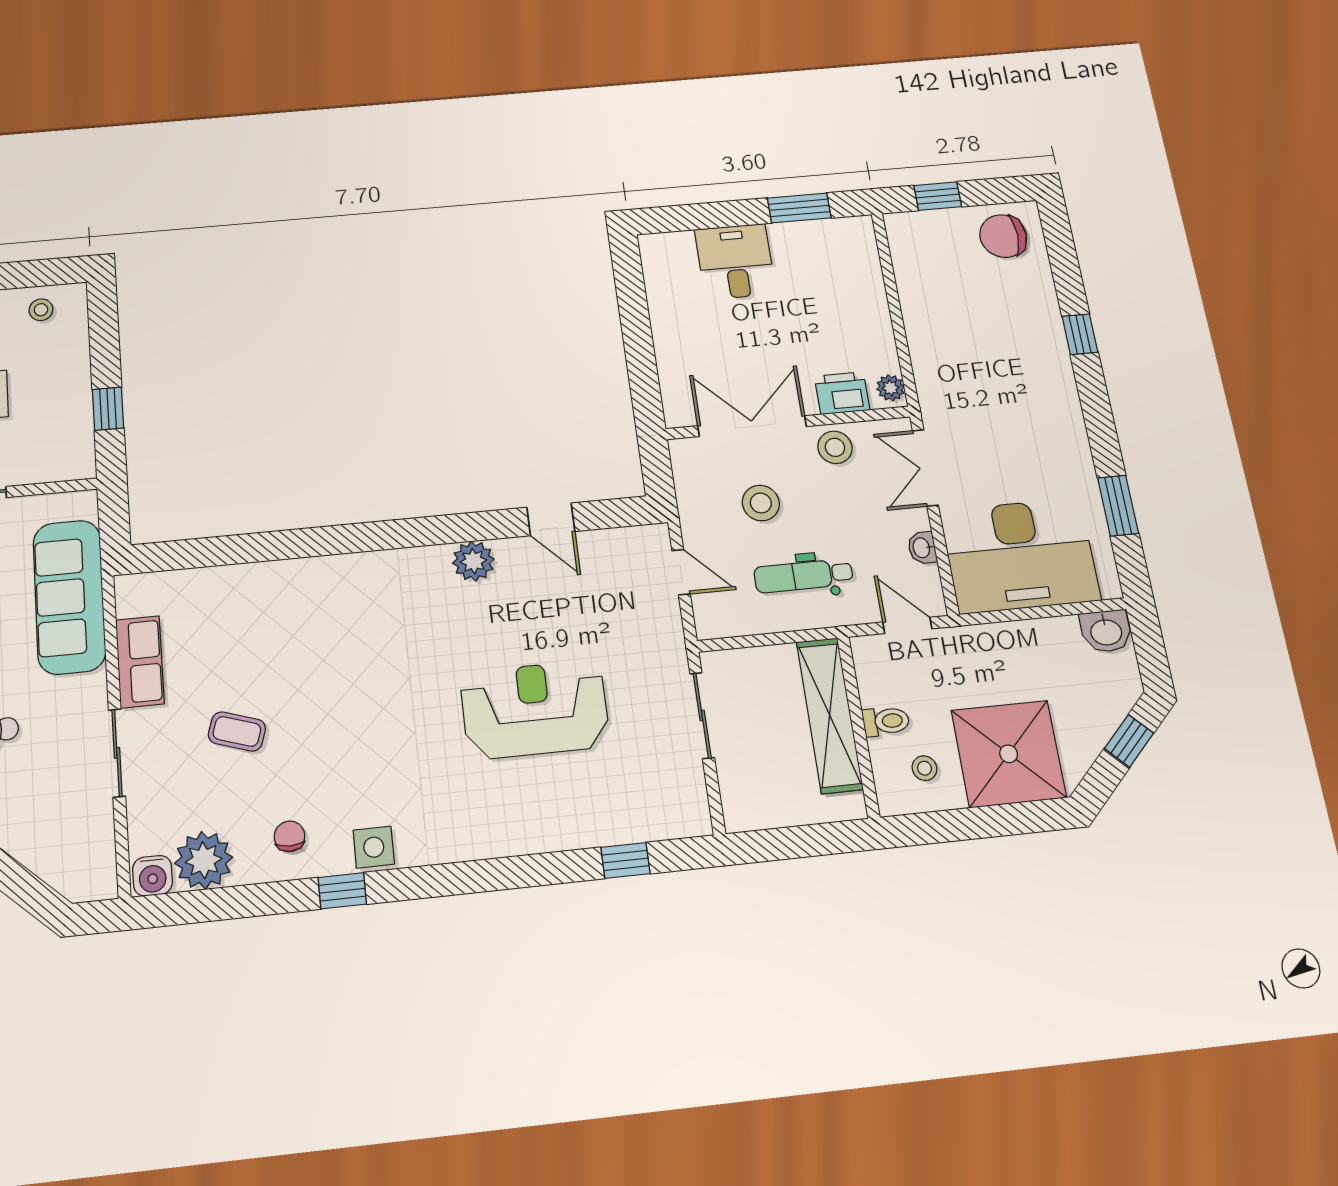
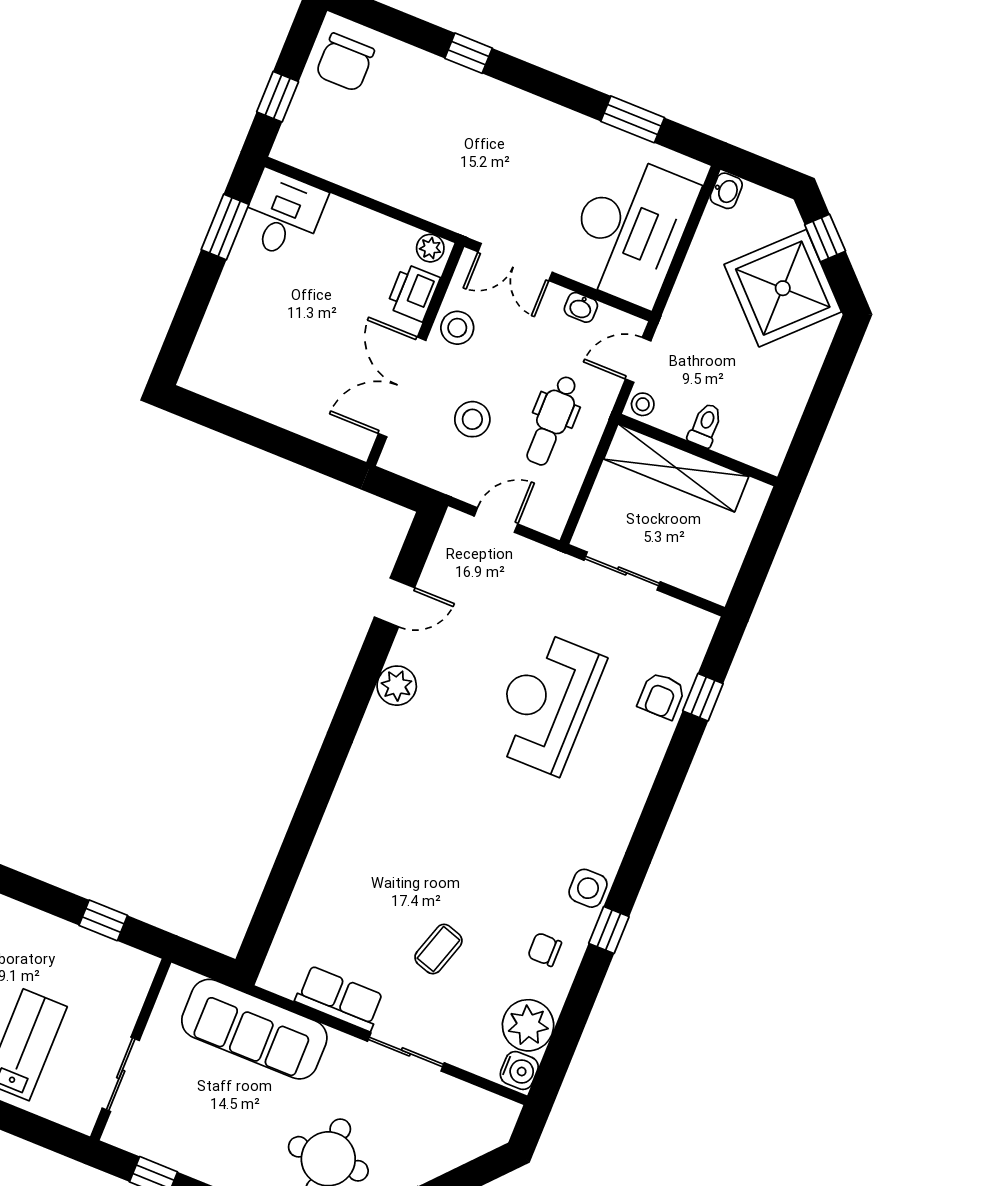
desk: (735, 262) -> (283, 215), moved, turned 90
washbasin: (1106, 631) -> (726, 191), width x0.72, depth x0.69
shower: (1009, 754) -> (783, 288), moved, turned 45
stool: (924, 768) -> (643, 404), moved
armchair: (604, 818) -> (661, 696), added

